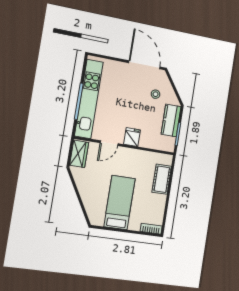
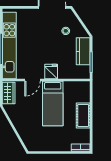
cot: (162, 179) -> (83, 115), moved
bed: (119, 202) -> (53, 104), moved, turned 180

